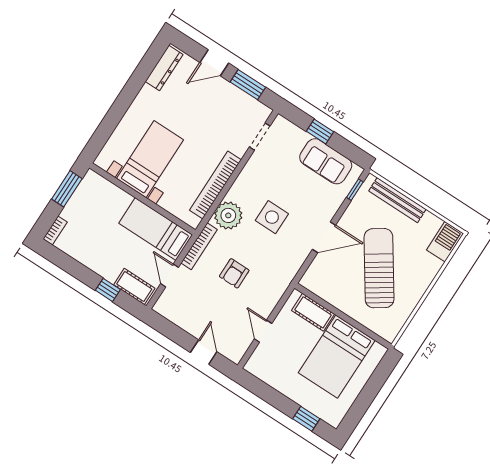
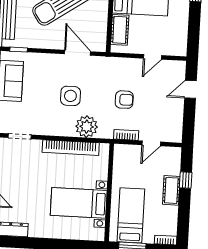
bed: (156, 229) -> (131, 215), moved, turned 180
door: (324, 237) -> (78, 53), moved
bookcase: (199, 246) -> (126, 135), width x0.64
cot: (134, 287) -> (171, 190), moved

